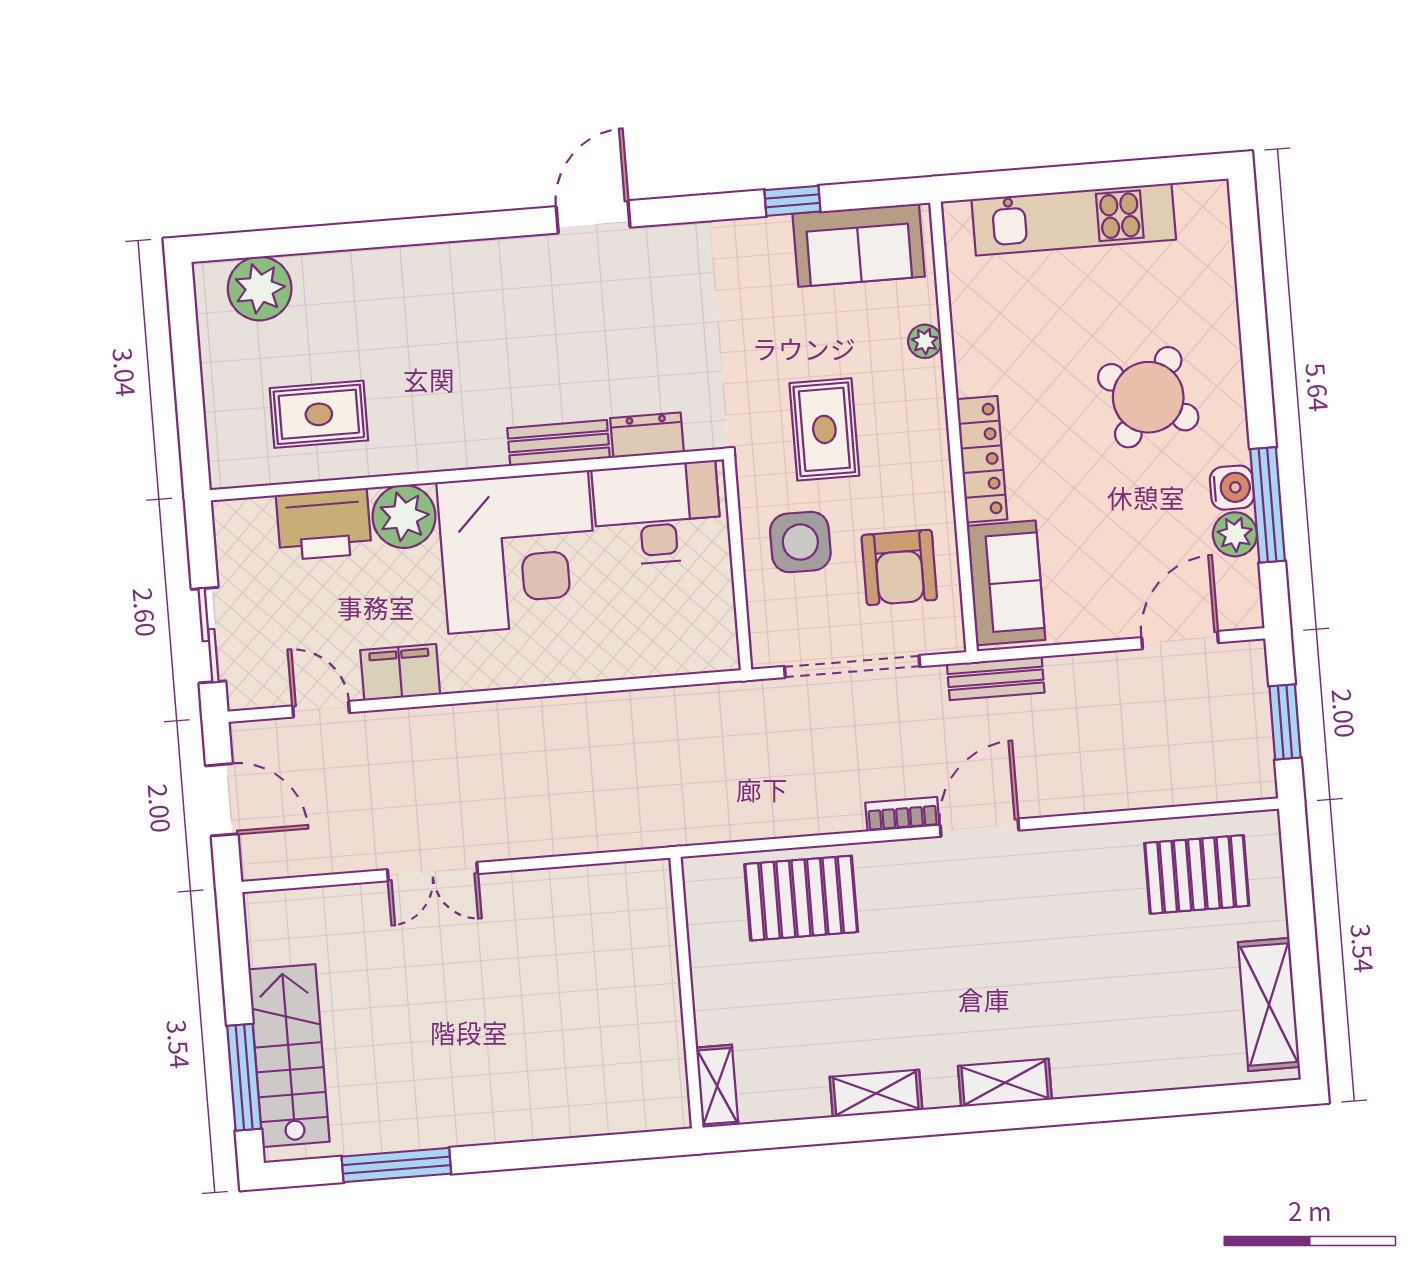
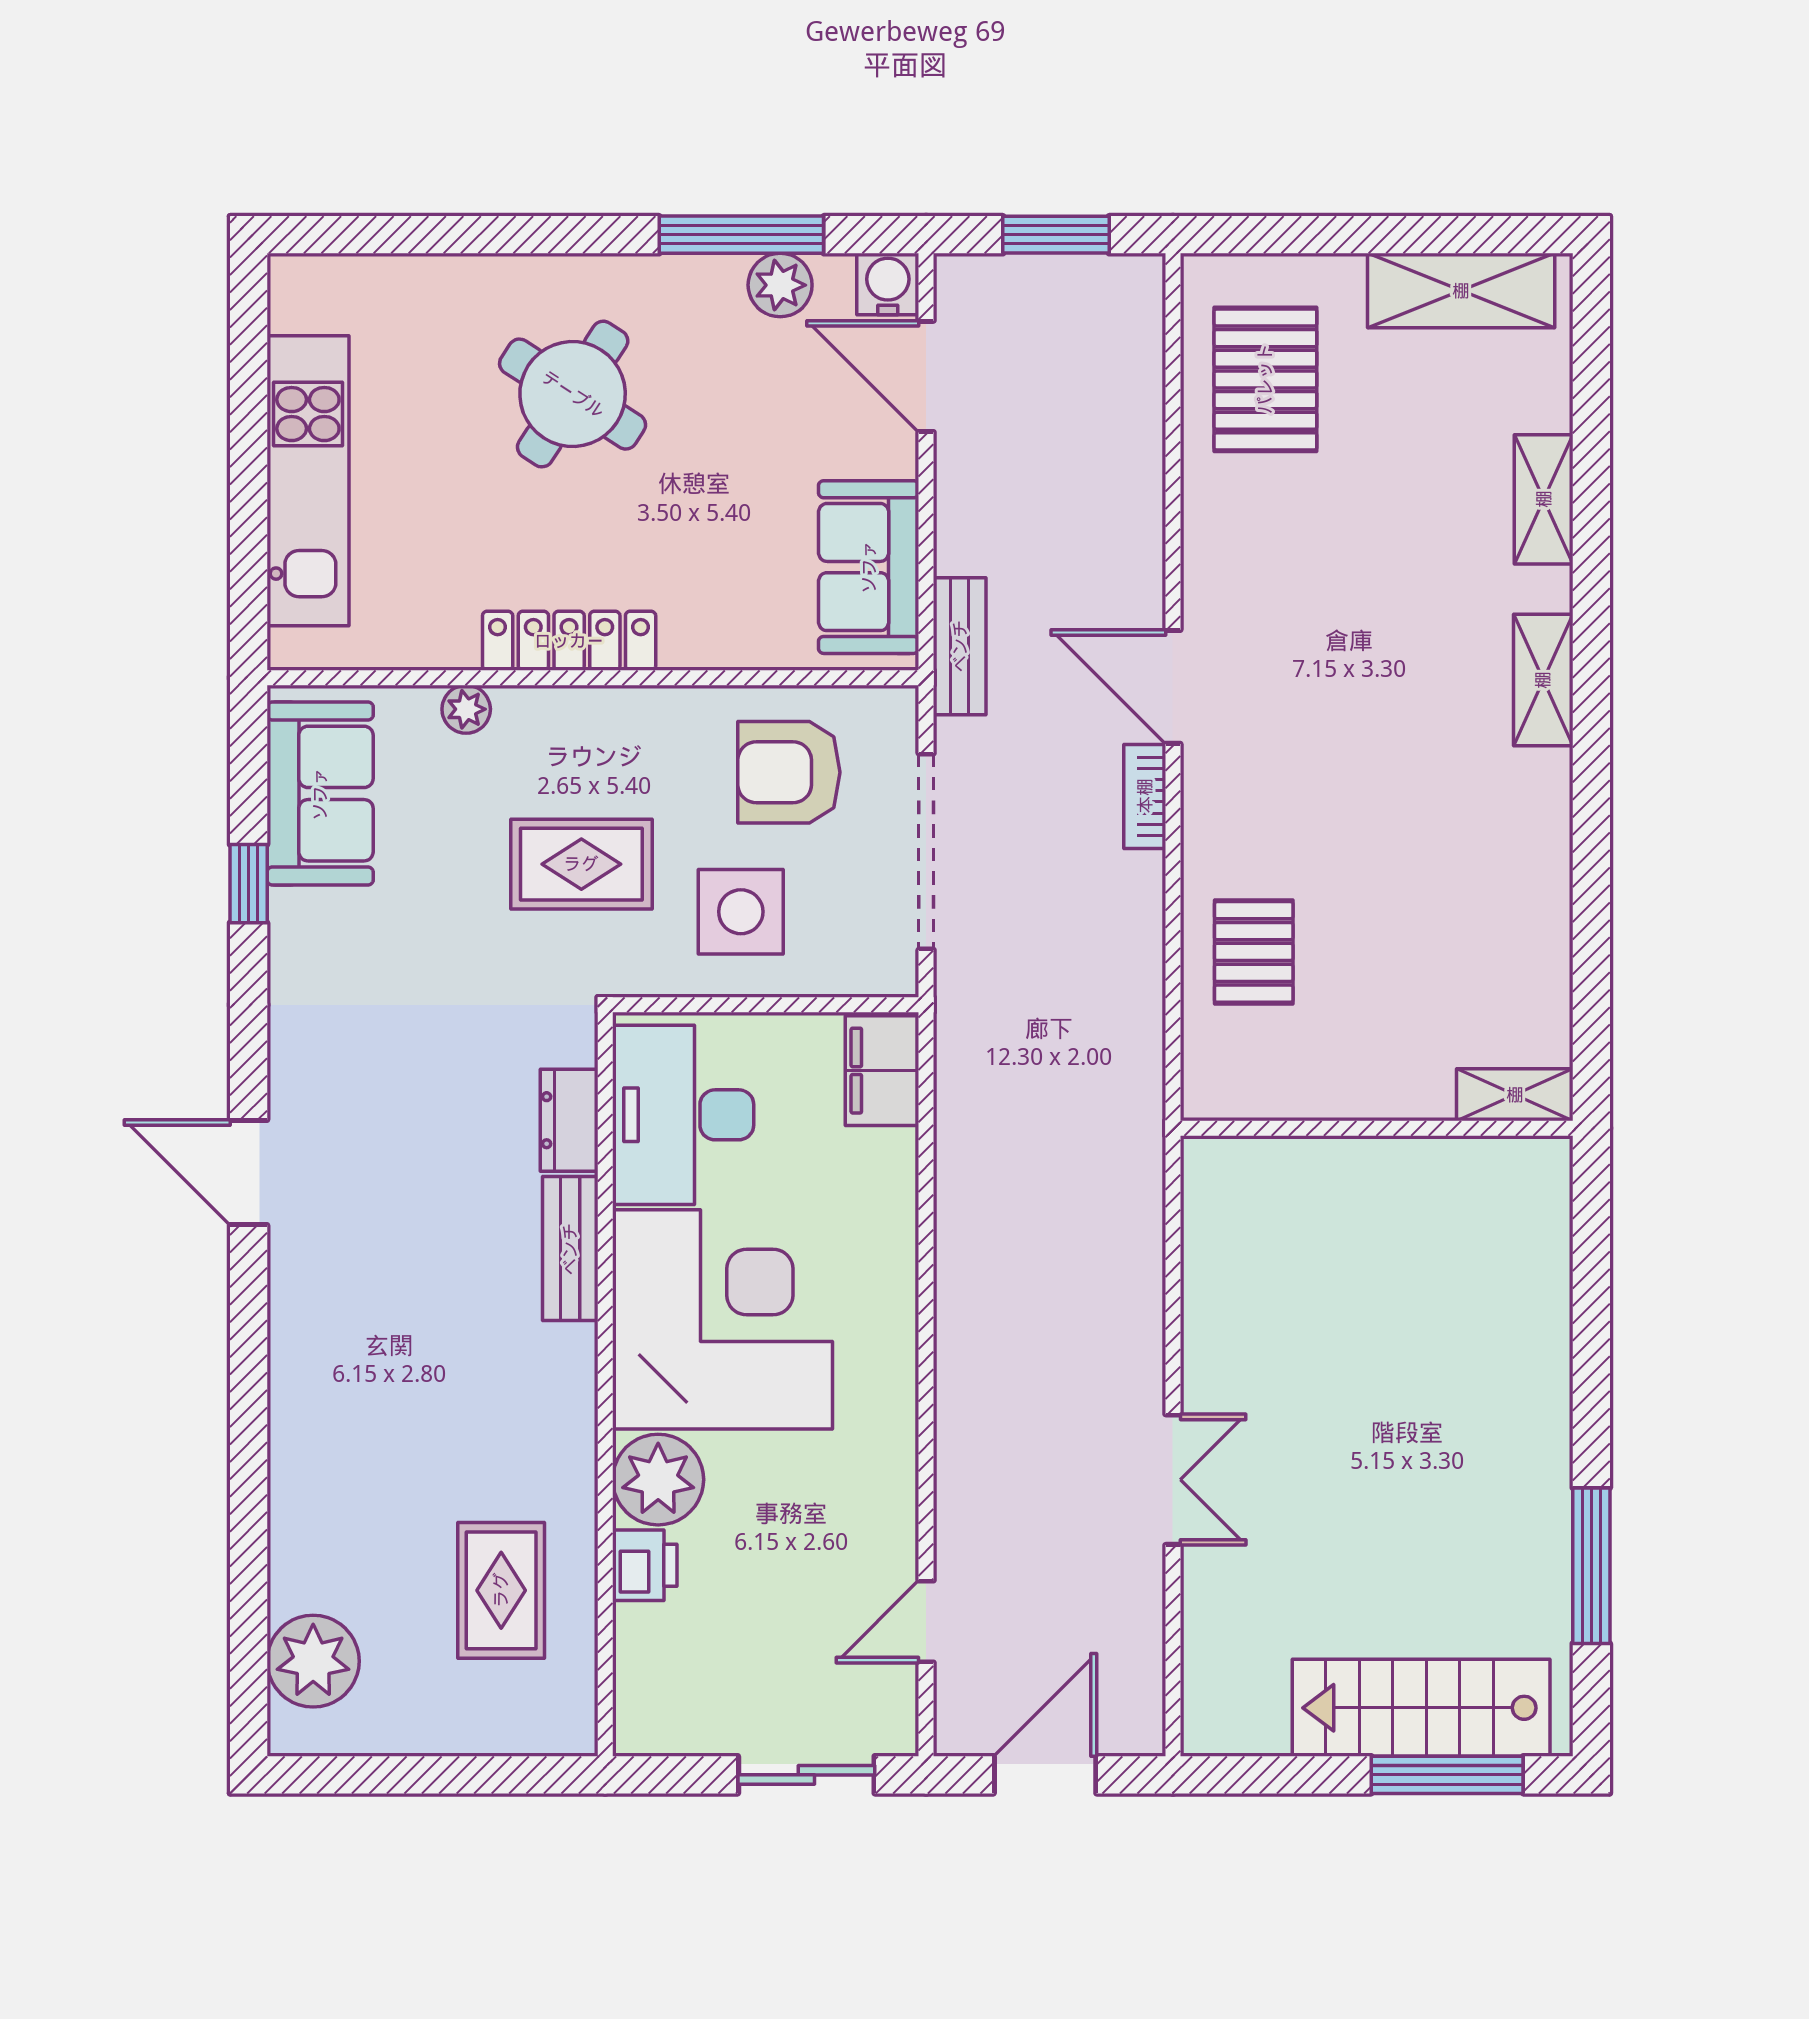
locker: (982, 459) -> (569, 641), moved
water cooler: (1232, 488) -> (888, 284), moved
printer: (324, 524) -> (645, 1565), width x0.53, depth x0.68
armchair: (899, 567) -> (789, 772), turned 180
sofa: (1006, 583) -> (869, 567), moved, turned -90
filing cabinet: (400, 672) -> (882, 1071), moved
pallet: (801, 898) -> (1254, 952), width x0.67, depth x0.71
shelving: (876, 1093) -> (1544, 499), moved

